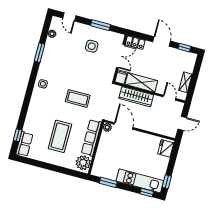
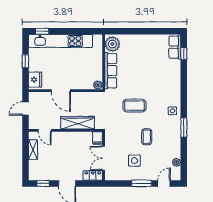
door: (69, 17) -> (164, 183), hinge flipped
window: (101, 25) -> (141, 183), moved
window: (40, 53) -> (184, 127), moved
shelving: (141, 83) -> (76, 138), removed
door: (124, 126) -> (61, 91), moved
coffee table: (60, 136) -> (147, 137), moved, width x0.54, depth x0.58
kitchen unit: (140, 181) -> (61, 41), width x1.36
window: (108, 182) -> (83, 31), removed
window: (167, 182) -> (25, 61), moved

